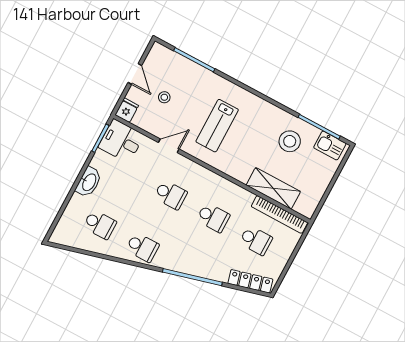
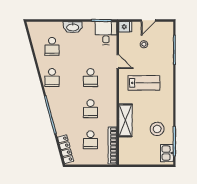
lab bench: (217, 126) -> (144, 83), turned 180
shelving: (273, 188) -> (125, 120), moved

